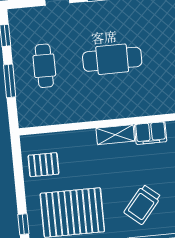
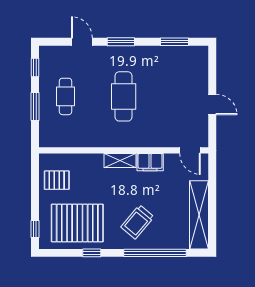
cafe table: (112, 59) -> (124, 96), turned 90

